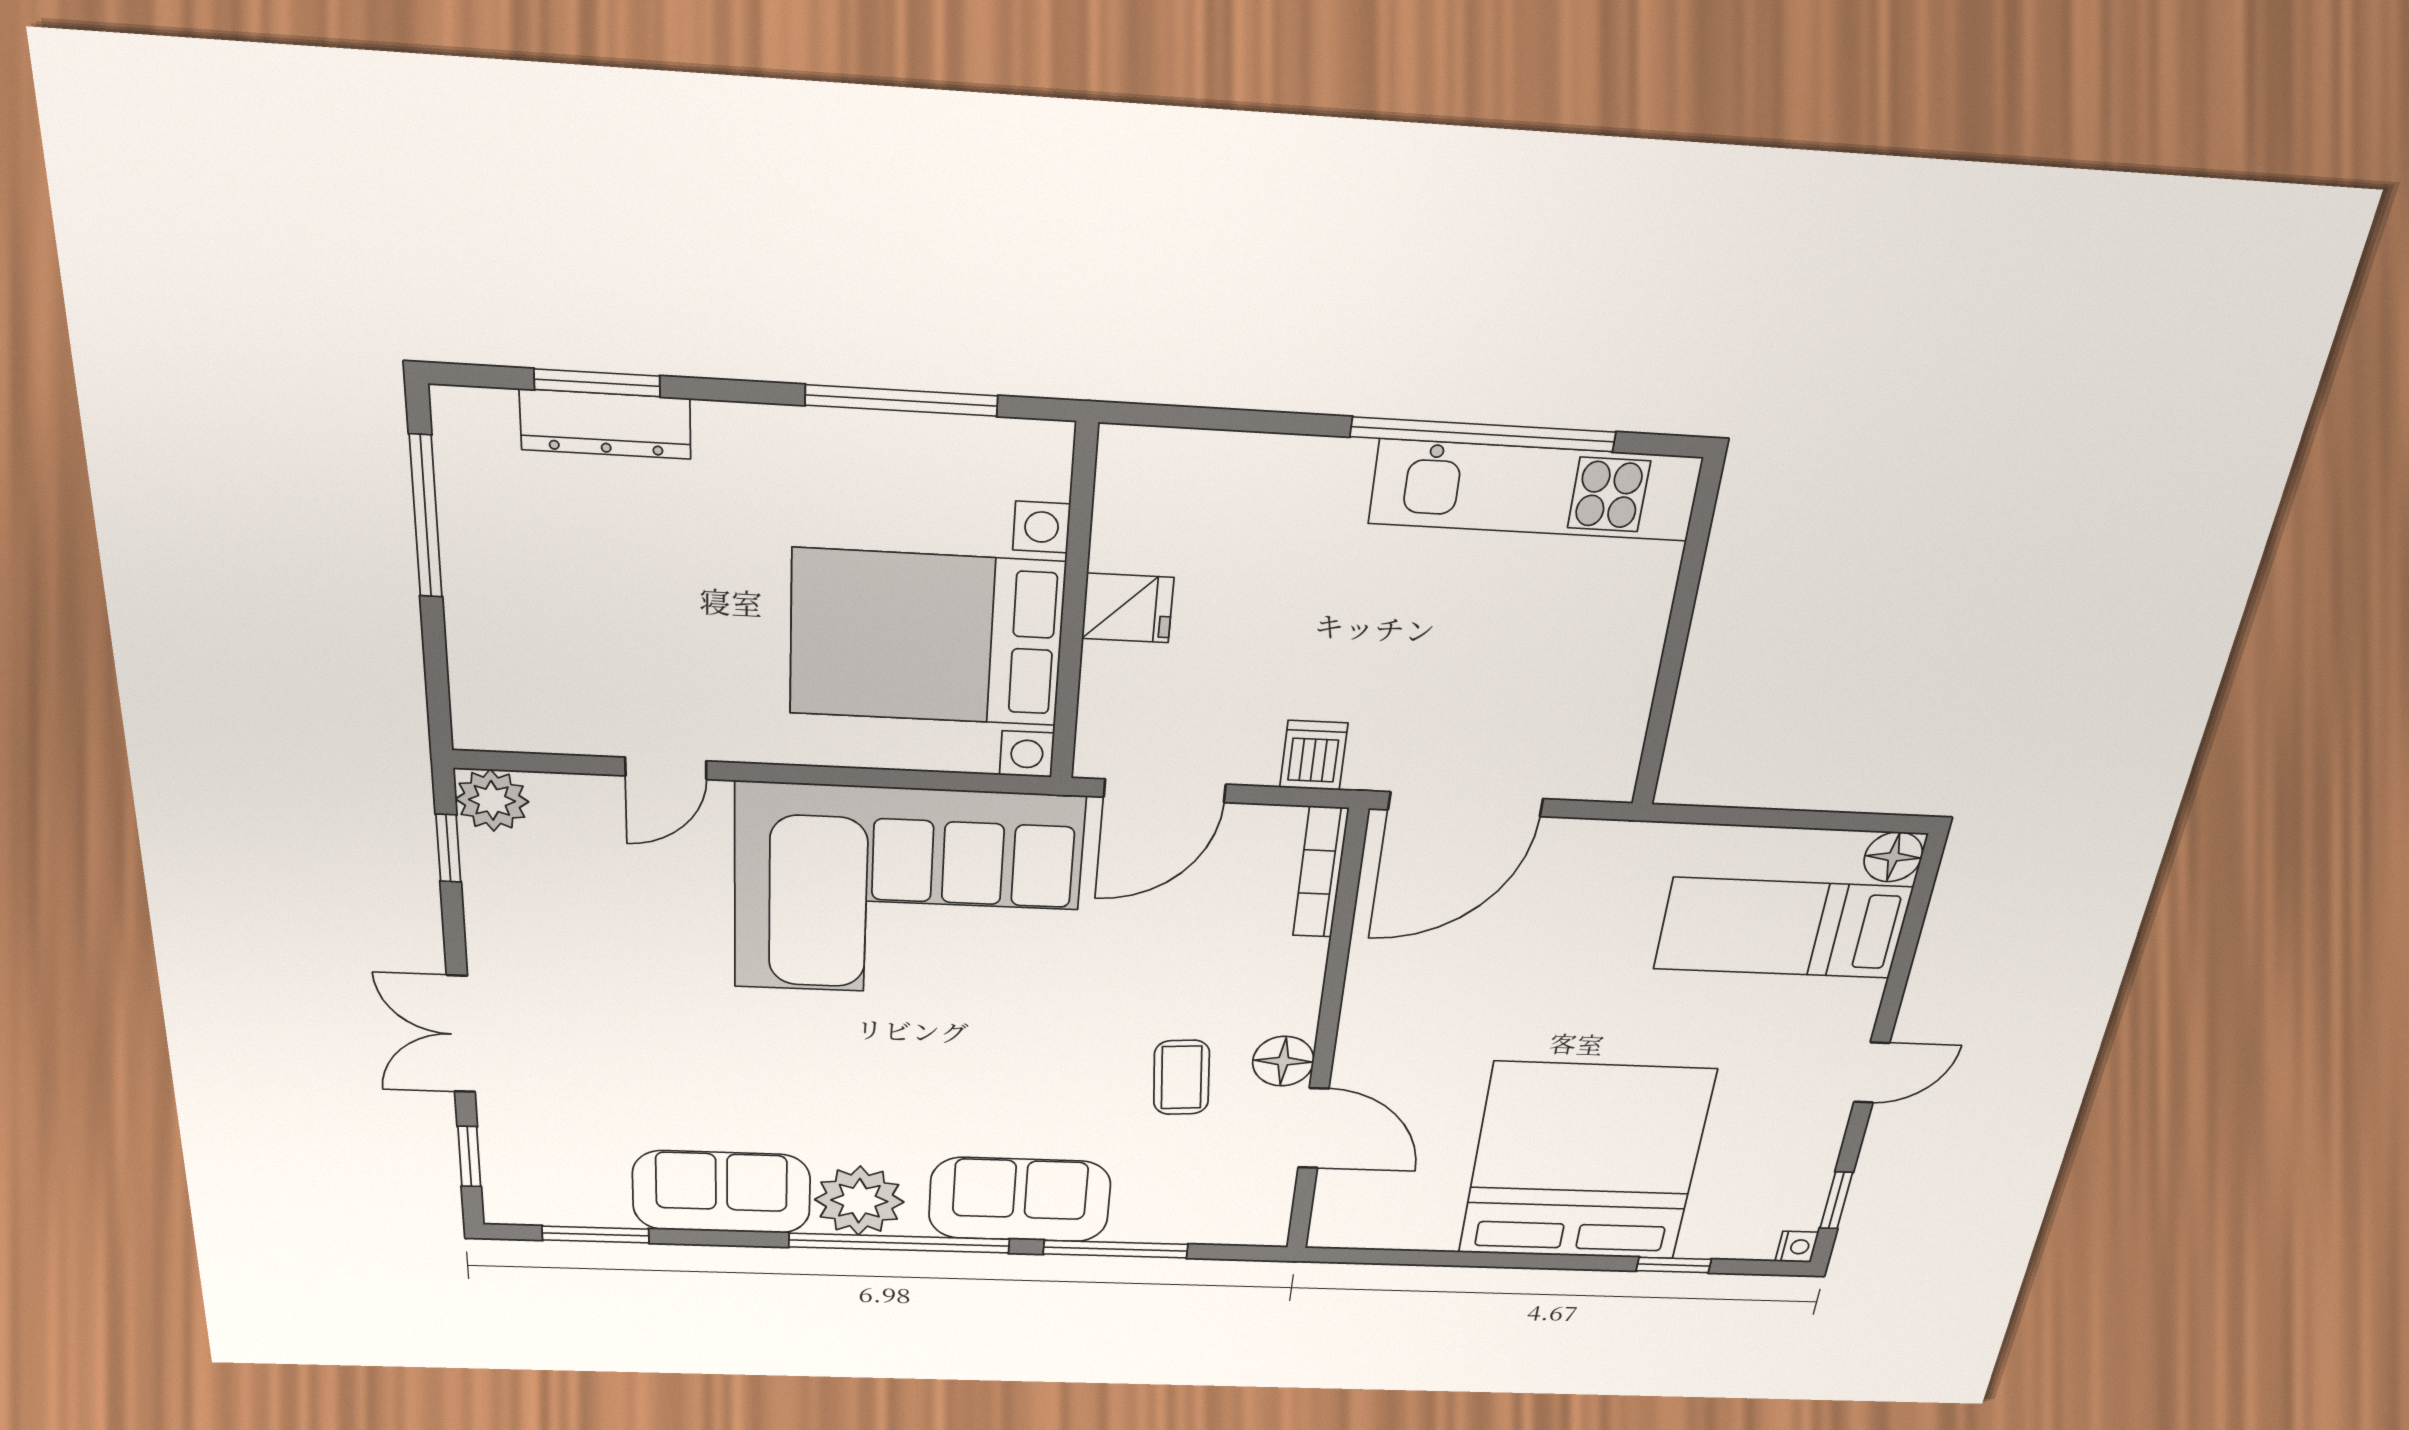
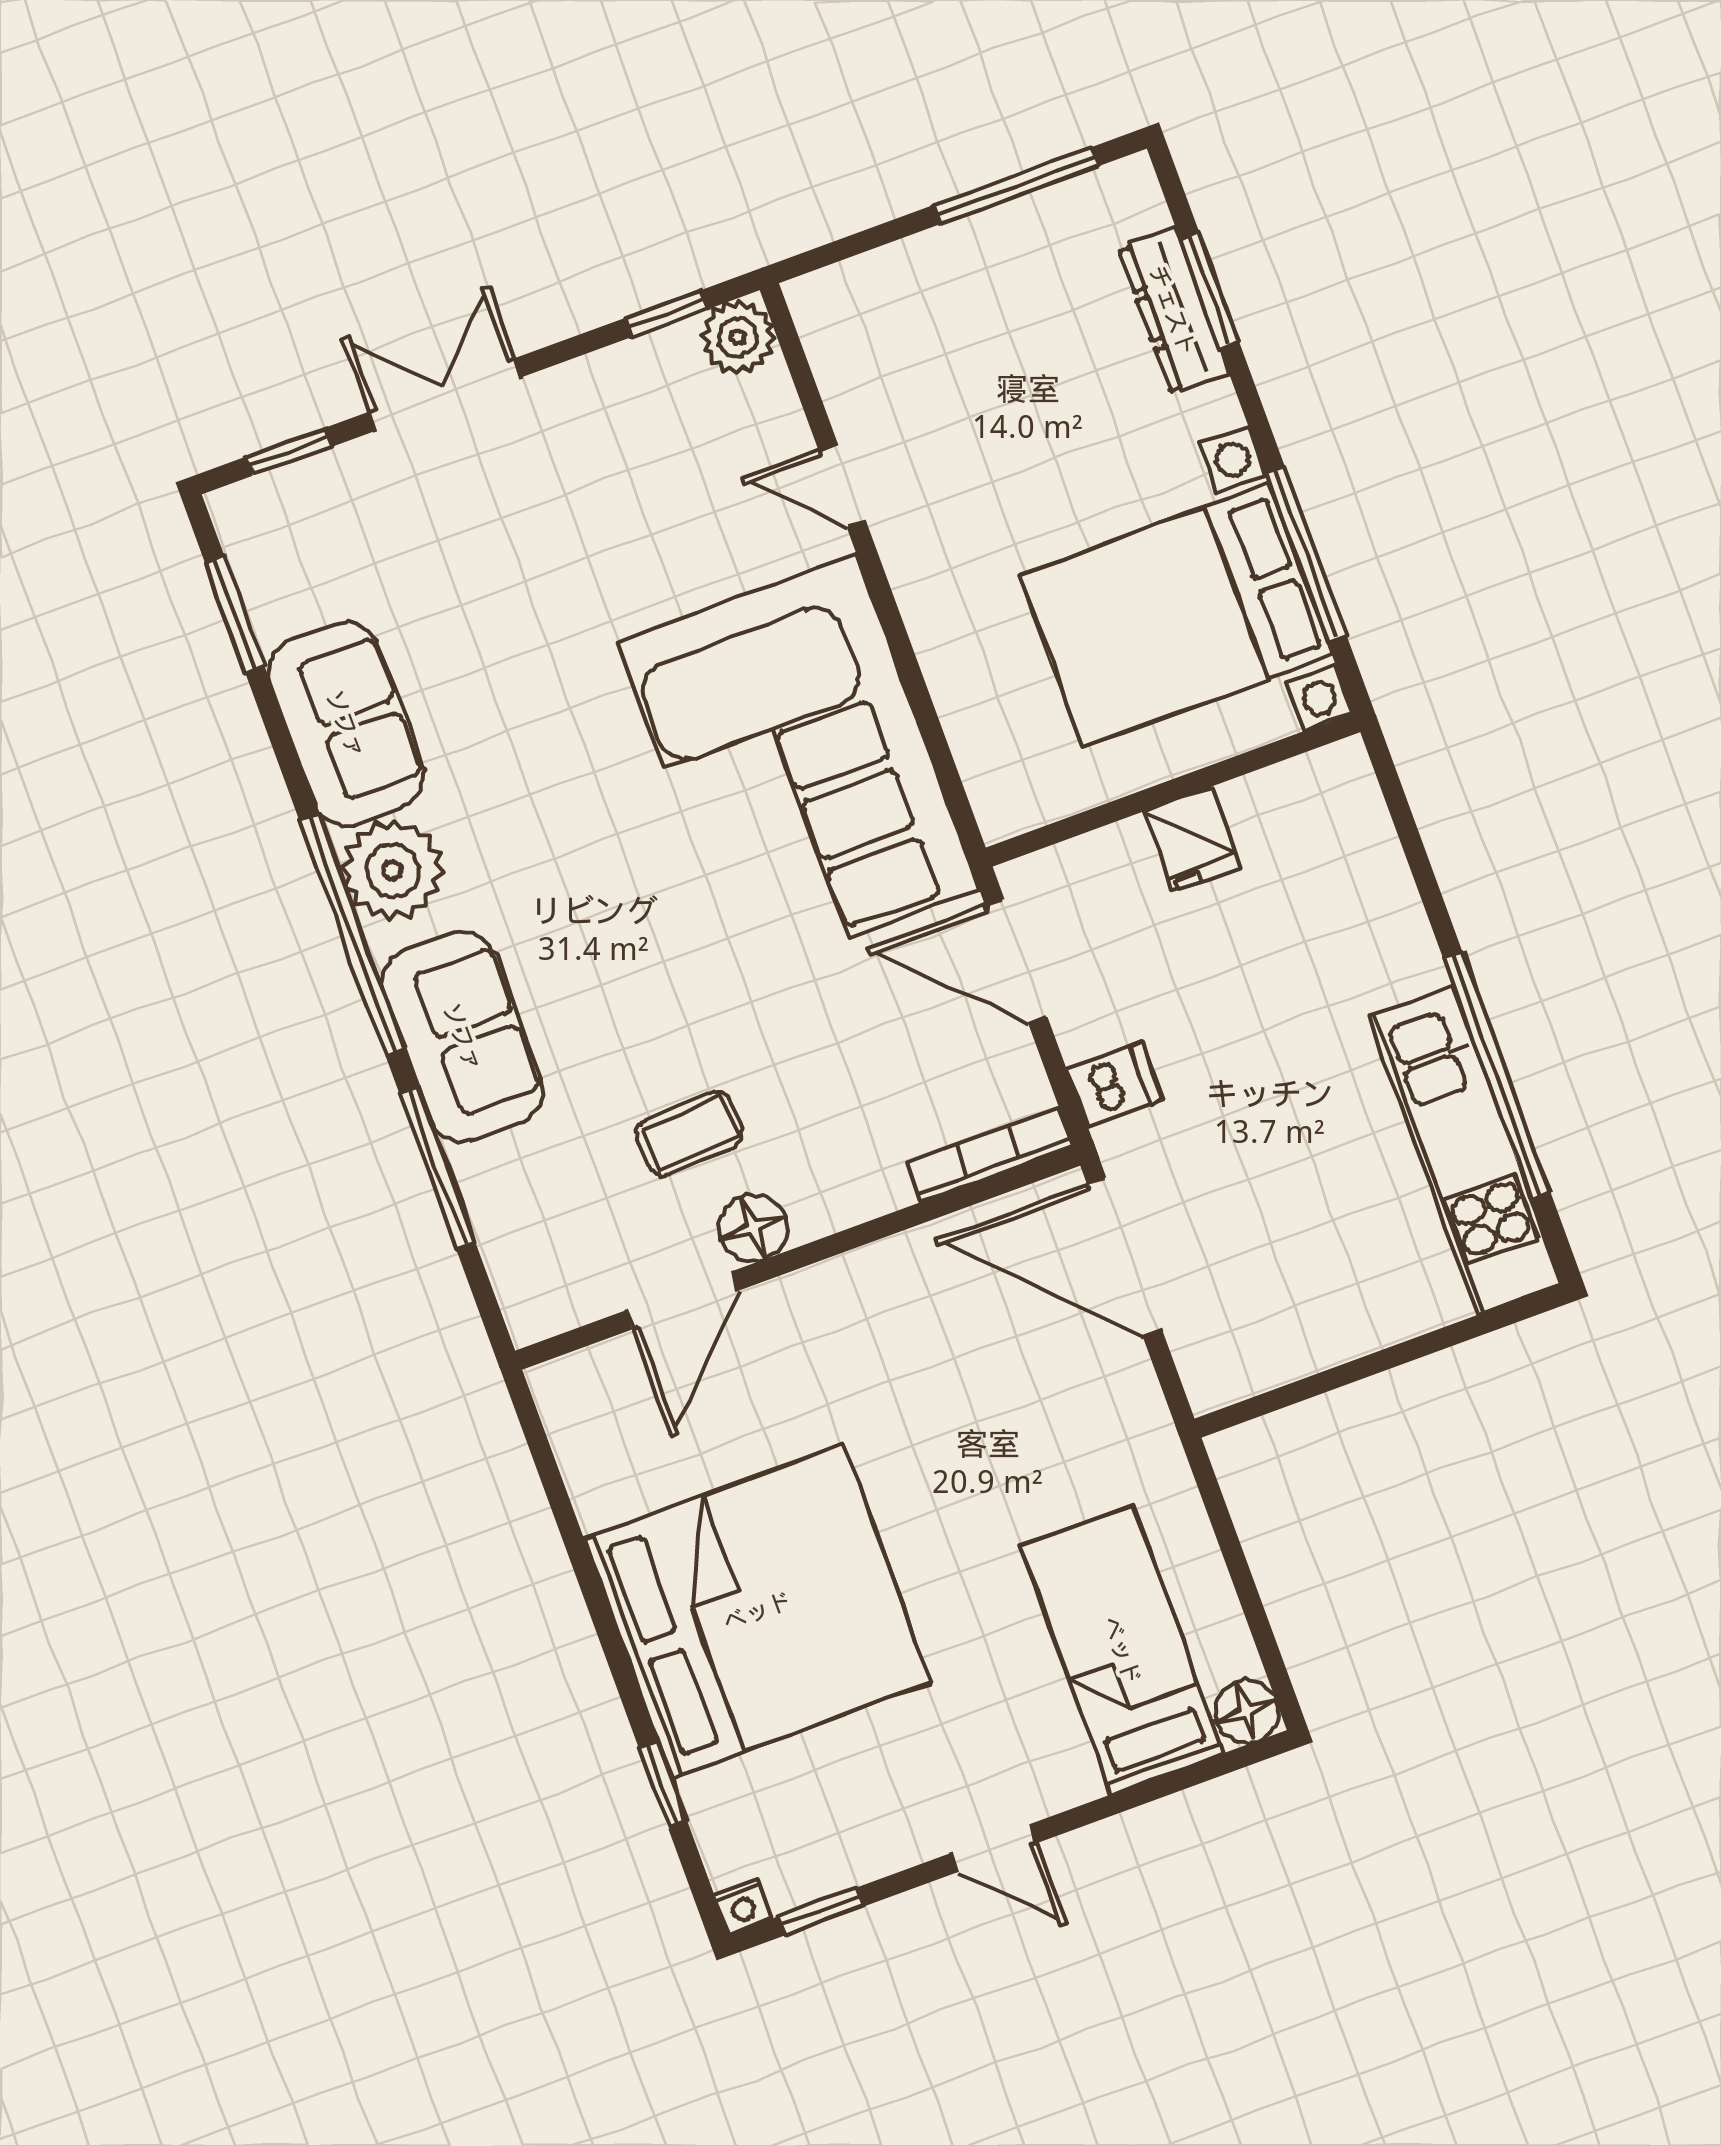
bed with nightstands: (927, 638) -> (1176, 615), moved, turned -90

